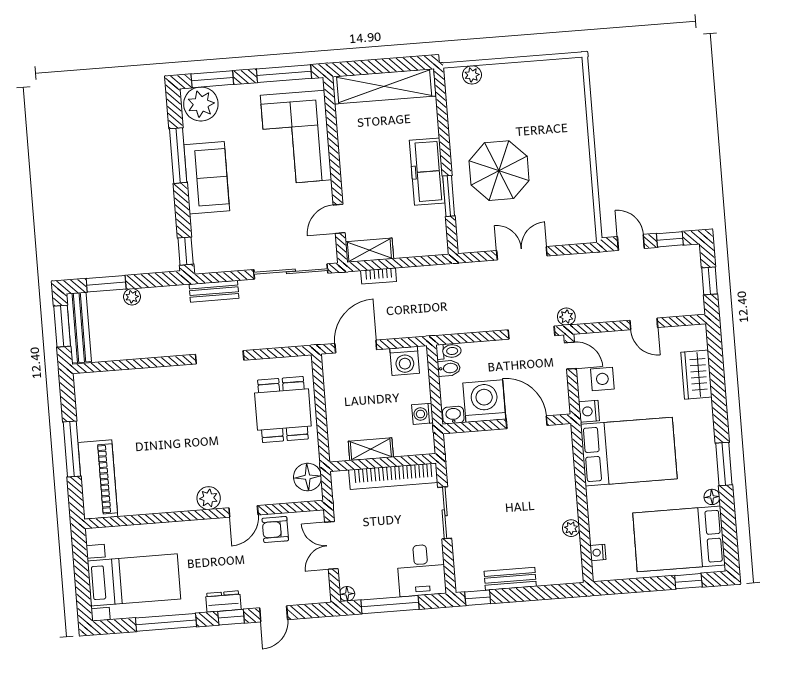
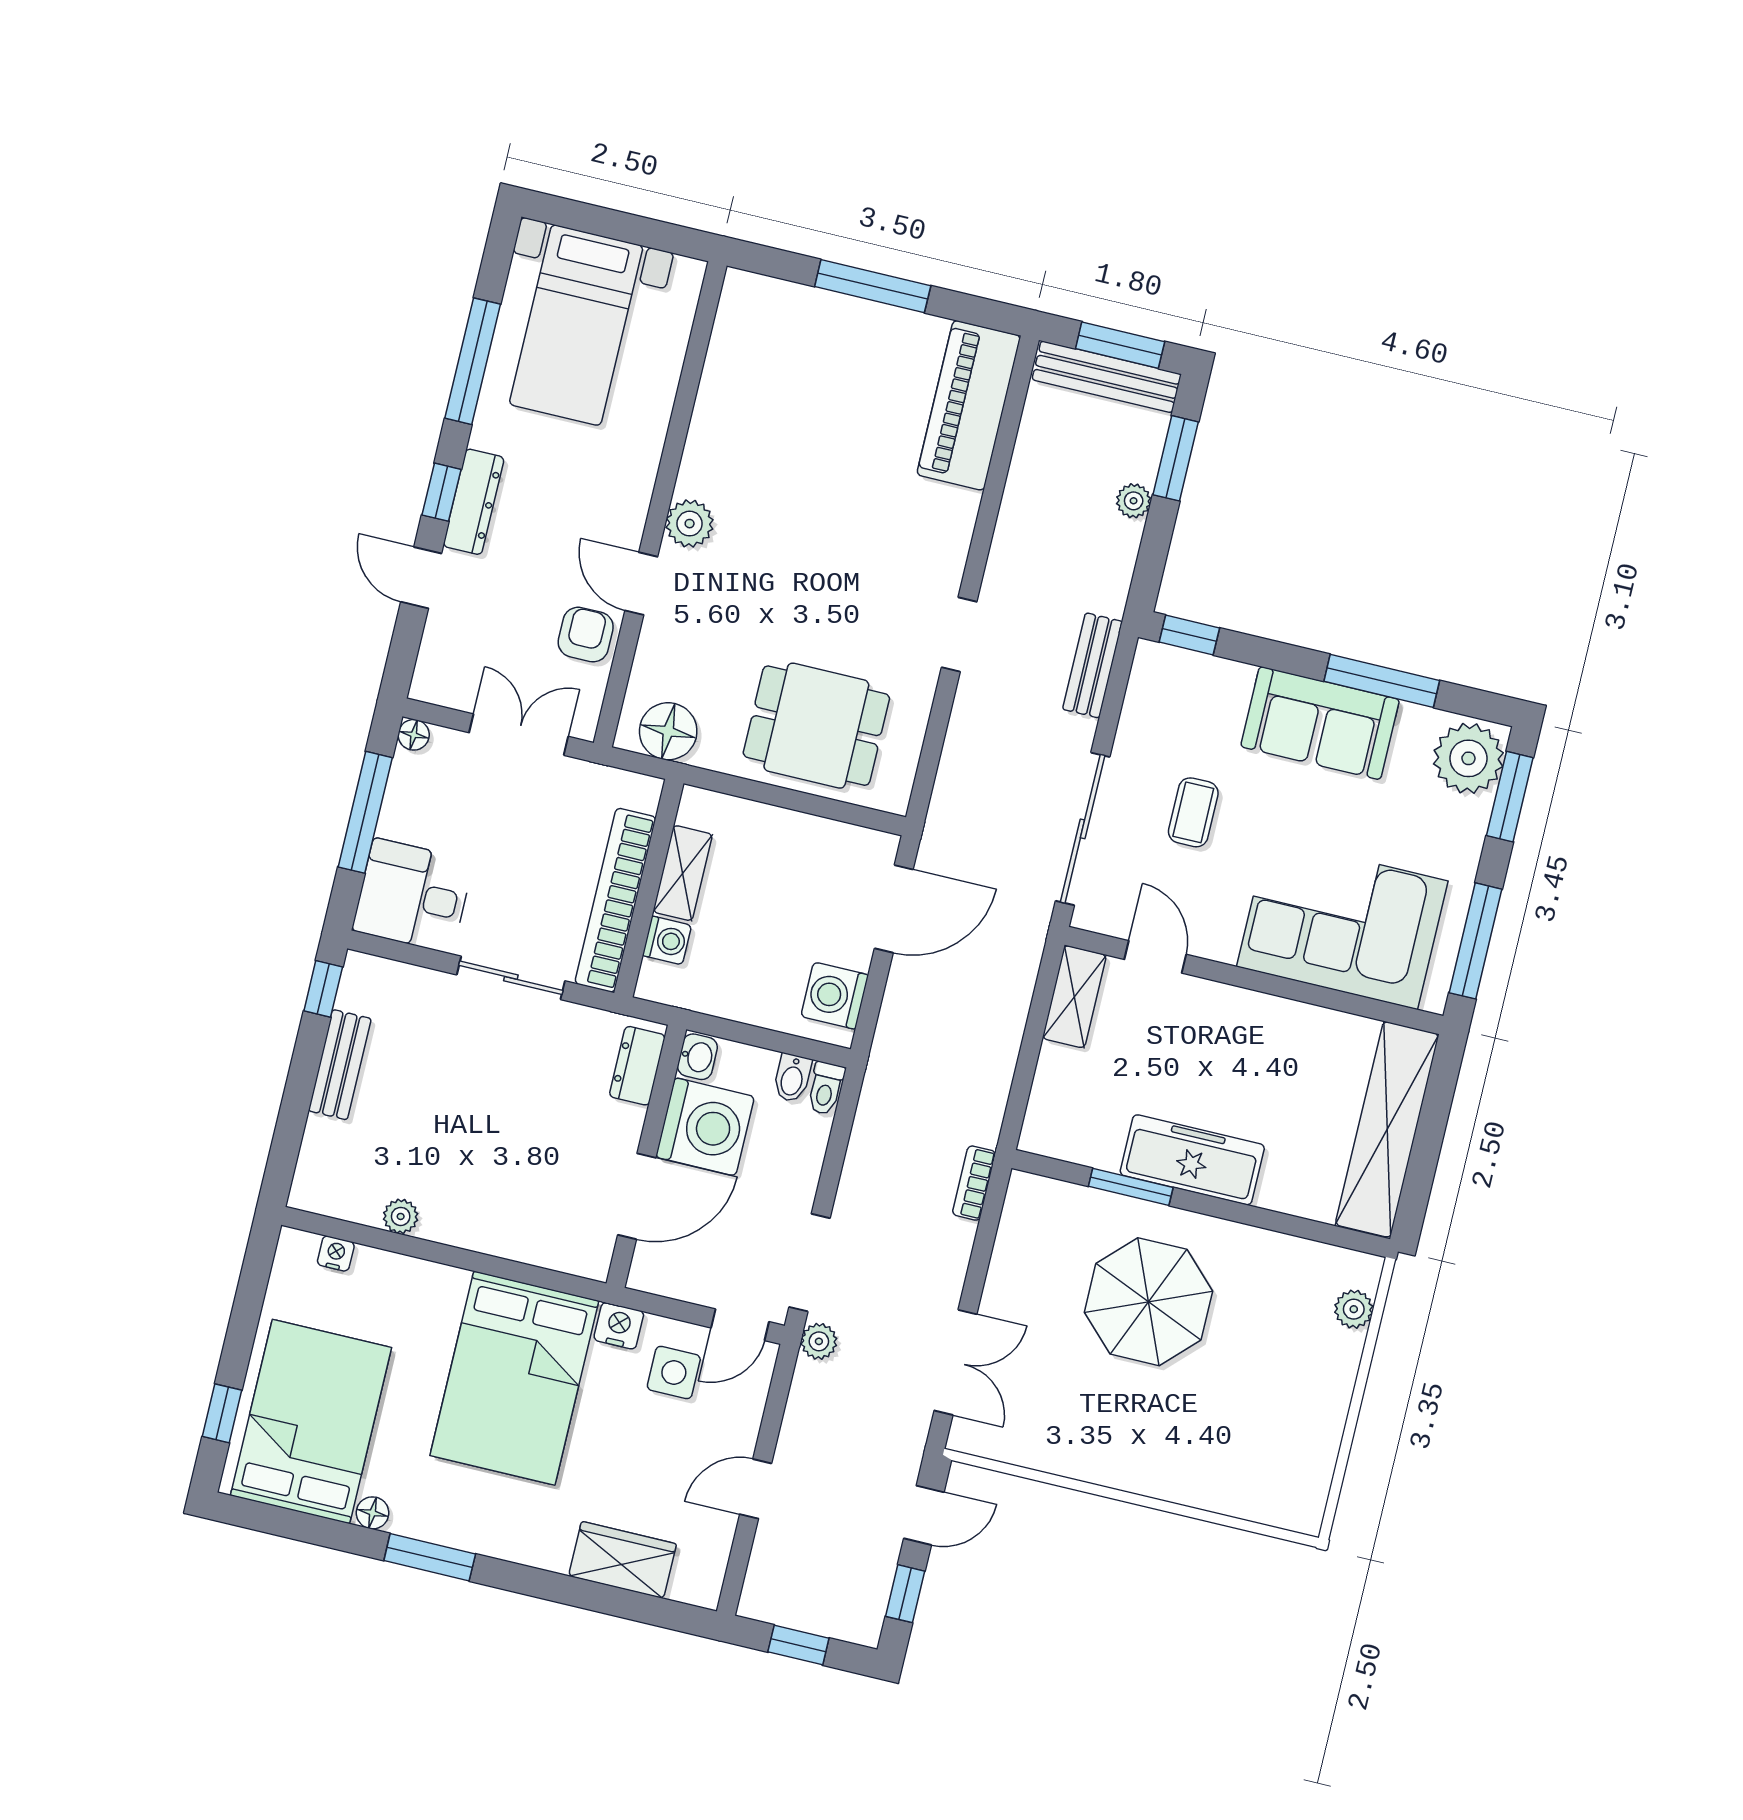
coffee table: (267, 223) -> (1193, 812), added
double door: (522, 253) -> (956, 1362), moved
bookcase: (379, 276) -> (974, 1183), moved
door: (356, 347) -> (894, 909), hinge flipped
doorway: (220, 357) -> (959, 635), width x0.73
washing machine: (422, 414) -> (667, 940), moved, turned 90
dresser: (466, 441) -> (637, 1066), added
piano: (98, 480) -> (969, 405), moved, turned 90
dresser: (223, 601) -> (474, 502), width x1.44

